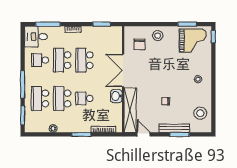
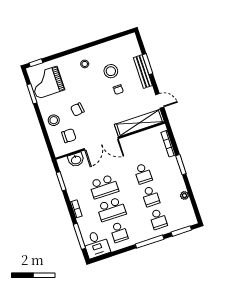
grand piano: (193, 41) -> (47, 82), turned -90
chair: (160, 59) -> (77, 109), added
washbasin: (116, 96) -> (76, 160), moved
school desk: (40, 98) -> (158, 219), width x0.54
school desk: (62, 98) -> (151, 196), width x0.54
stool: (200, 113) -> (111, 71), moved
door: (144, 134) -> (160, 101), swing flipped

